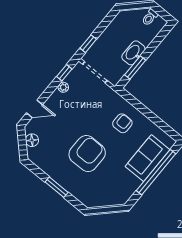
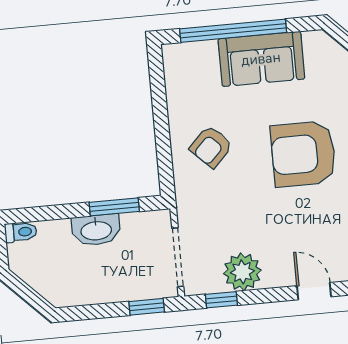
toilet: (150, 17) -> (21, 232), moved
plant: (63, 87) -> (242, 272), width x1.88, depth x1.88
armchair: (122, 123) -> (211, 147), turned -46
sofa: (148, 158) -> (261, 59), moved

